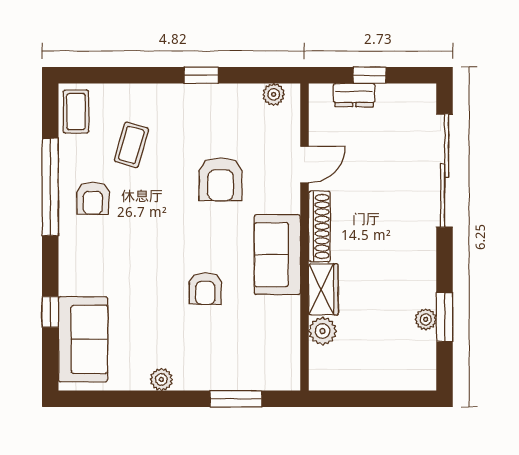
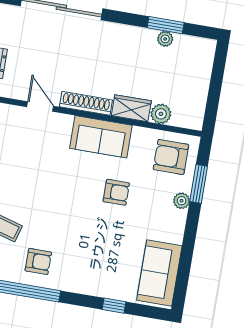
armchair: (221, 179) -> (171, 157), moved, turned 180
sofa: (83, 339) -> (159, 273), moved, turned -90
plant: (161, 379) -> (182, 201), moved

